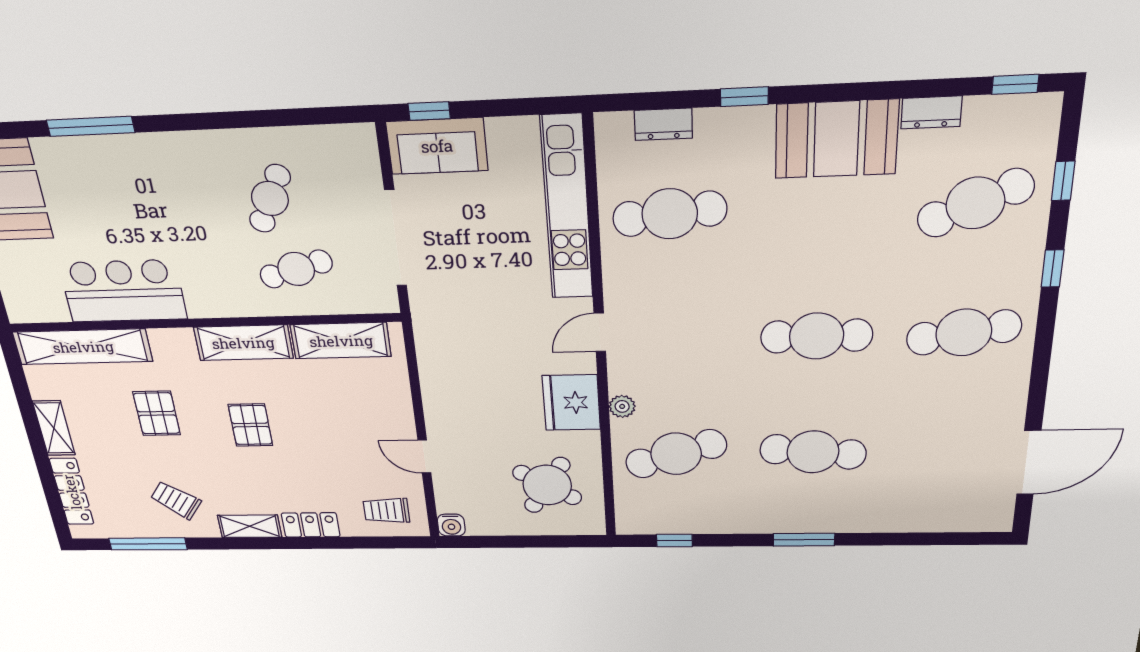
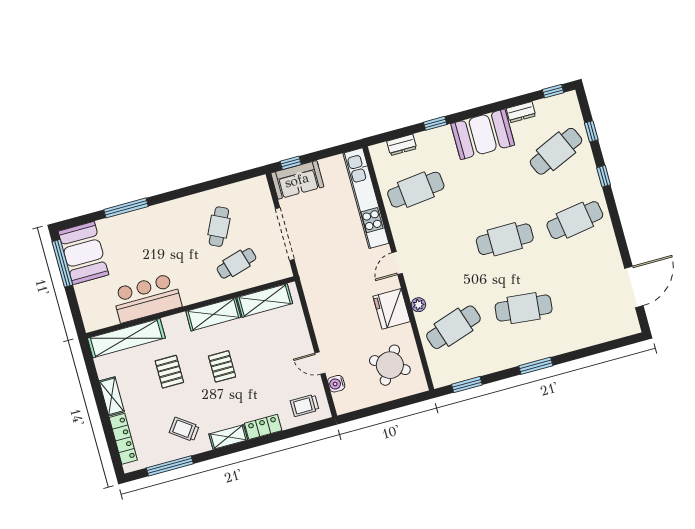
water cooler: (451, 525) -> (336, 384), moved, turned 90
window: (674, 541) -> (467, 385), width x1.50

